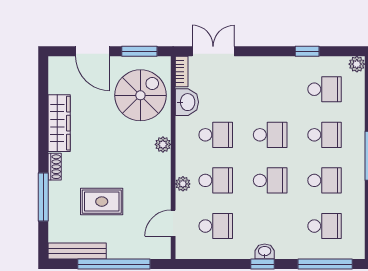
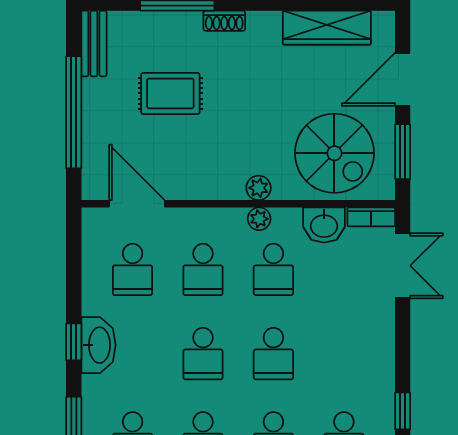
wardrobe: (59, 123) -> (327, 28), moved
plant: (183, 184) -> (259, 219), moved
rug: (102, 202) -> (170, 93), turned 90
door: (173, 223) -> (137, 204), width x1.38
bench: (77, 251) -> (94, 43), width x0.73
washbasin: (265, 251) -> (98, 345), width x1.91, depth x1.45

